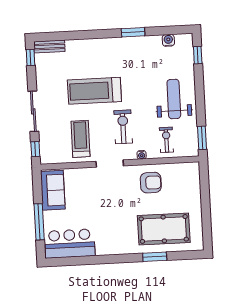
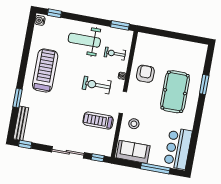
window: (133, 32) -> (17, 98), moved
water cooler: (168, 40) -> (40, 20), moved
bench: (49, 46) -> (21, 123), width x1.36
treadmill: (94, 91) -> (45, 70), moved, turned 180
stool: (87, 183) -> (134, 124), added
pool table: (164, 229) -> (175, 92), moved

